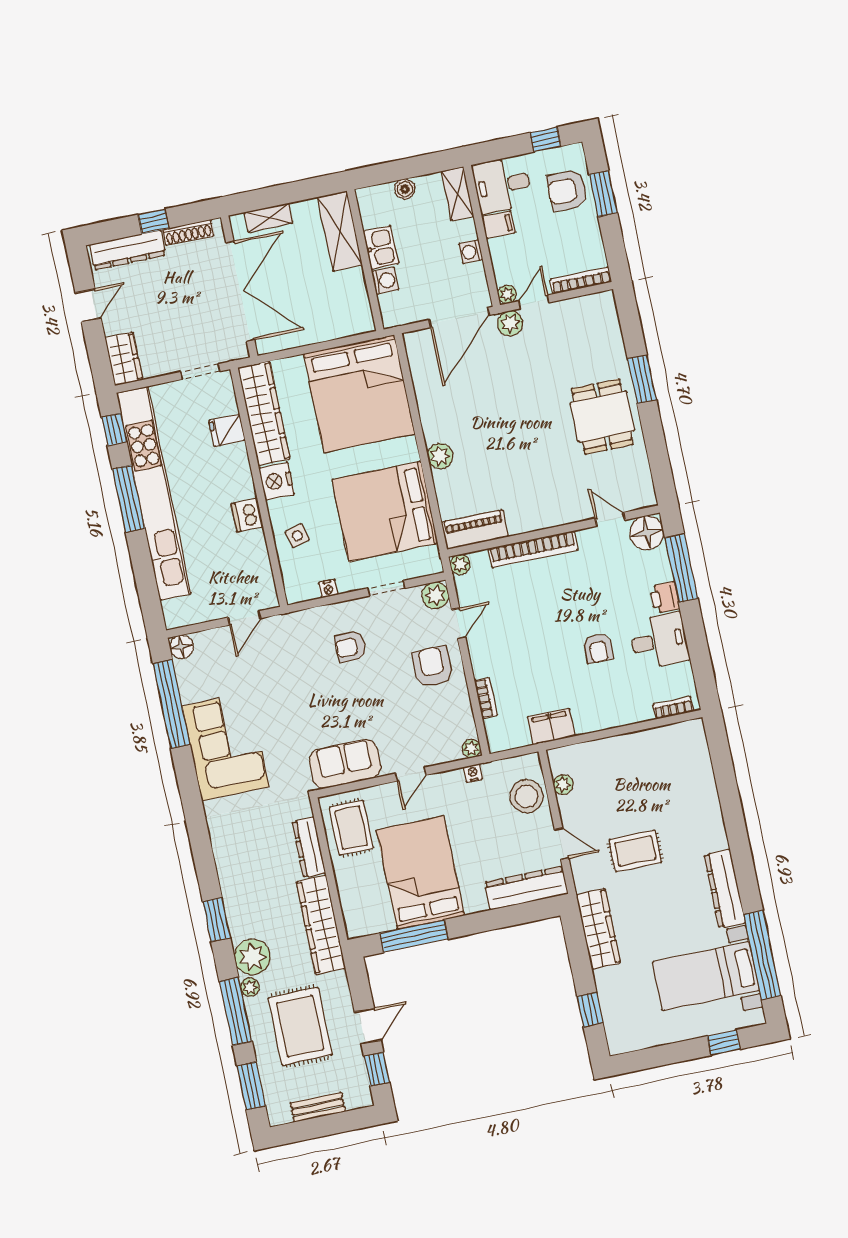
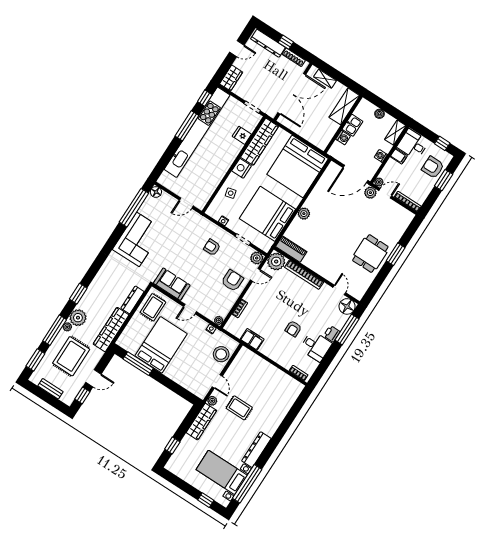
dishwasher: (247, 515) -> (221, 170), removed
plant: (460, 564) -> (276, 262), width x1.87, depth x1.87
plant: (563, 785) -> (212, 401), moved
dresser: (526, 888) -> (191, 385), removed

